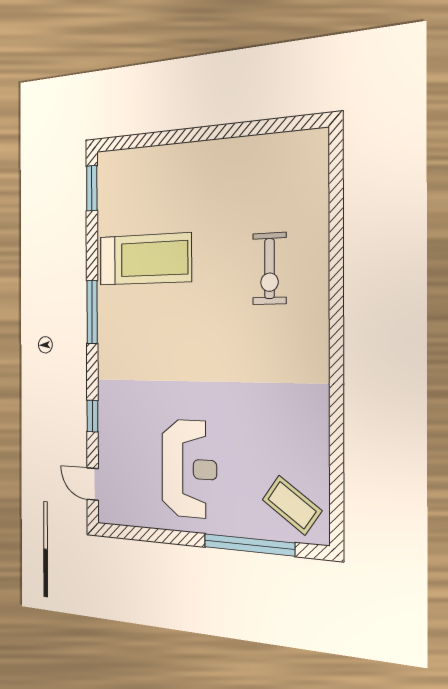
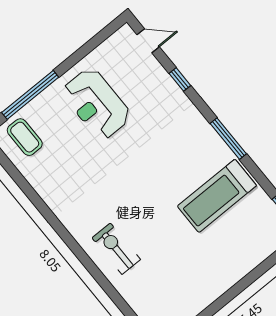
exercise bike: (269, 269) -> (116, 249), moved
coffee table: (292, 505) -> (25, 137), turned 55

